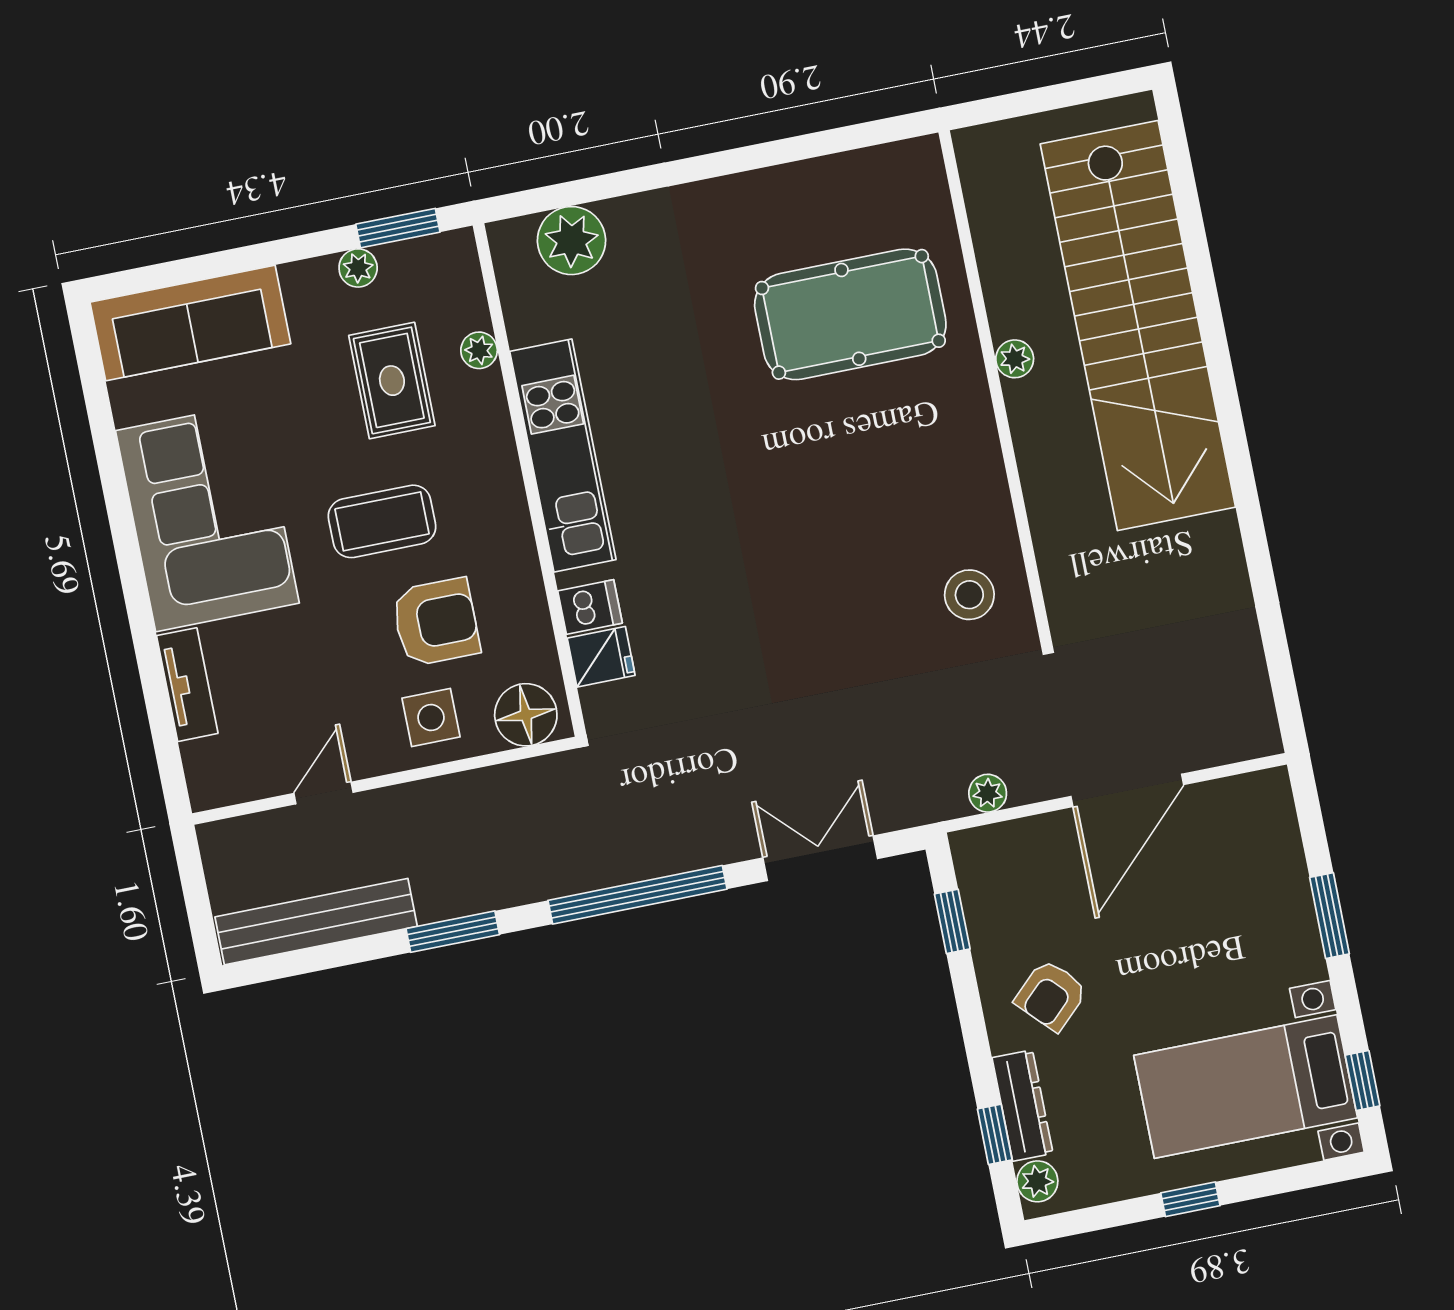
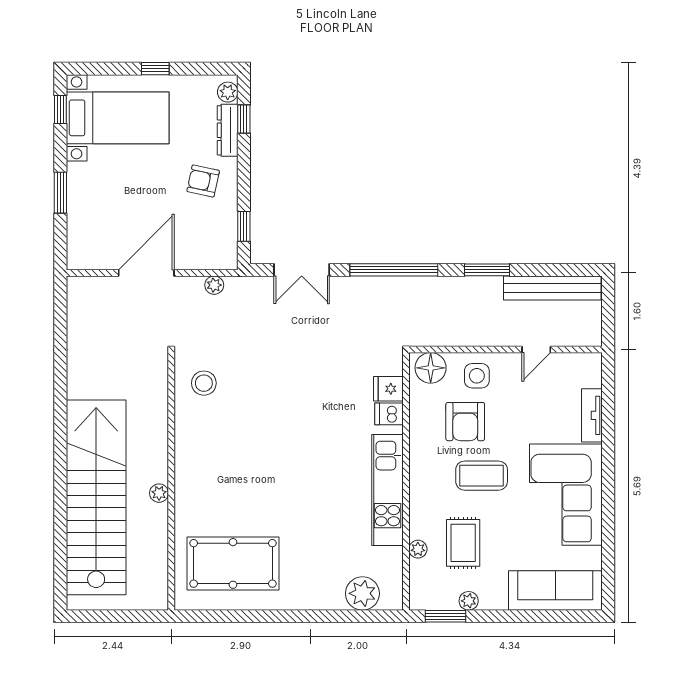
pool table: (850, 314) -> (233, 563), moved
armchair: (436, 622) -> (465, 422), turned -90
armchair: (1051, 995) -> (203, 181), turned -124

